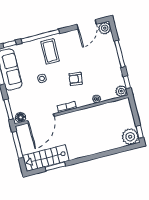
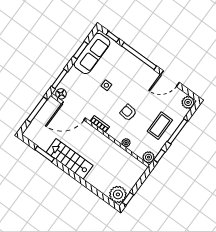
door: (87, 24) -> (170, 79), moved
coffee table: (50, 51) -> (160, 126), moved
stairs: (46, 158) -> (70, 159), moved

